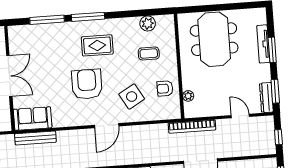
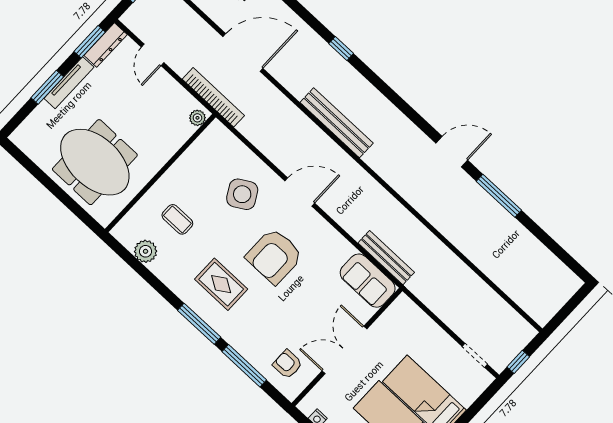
meeting table: (214, 39) -> (95, 162), turned 90
tv unit: (263, 44) -> (69, 83), moved
armchair: (165, 89) -> (288, 364), moved, turned 180
plant: (188, 96) -> (197, 118), moved

